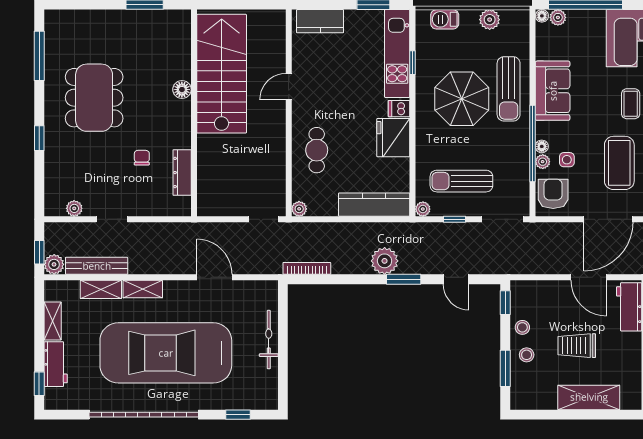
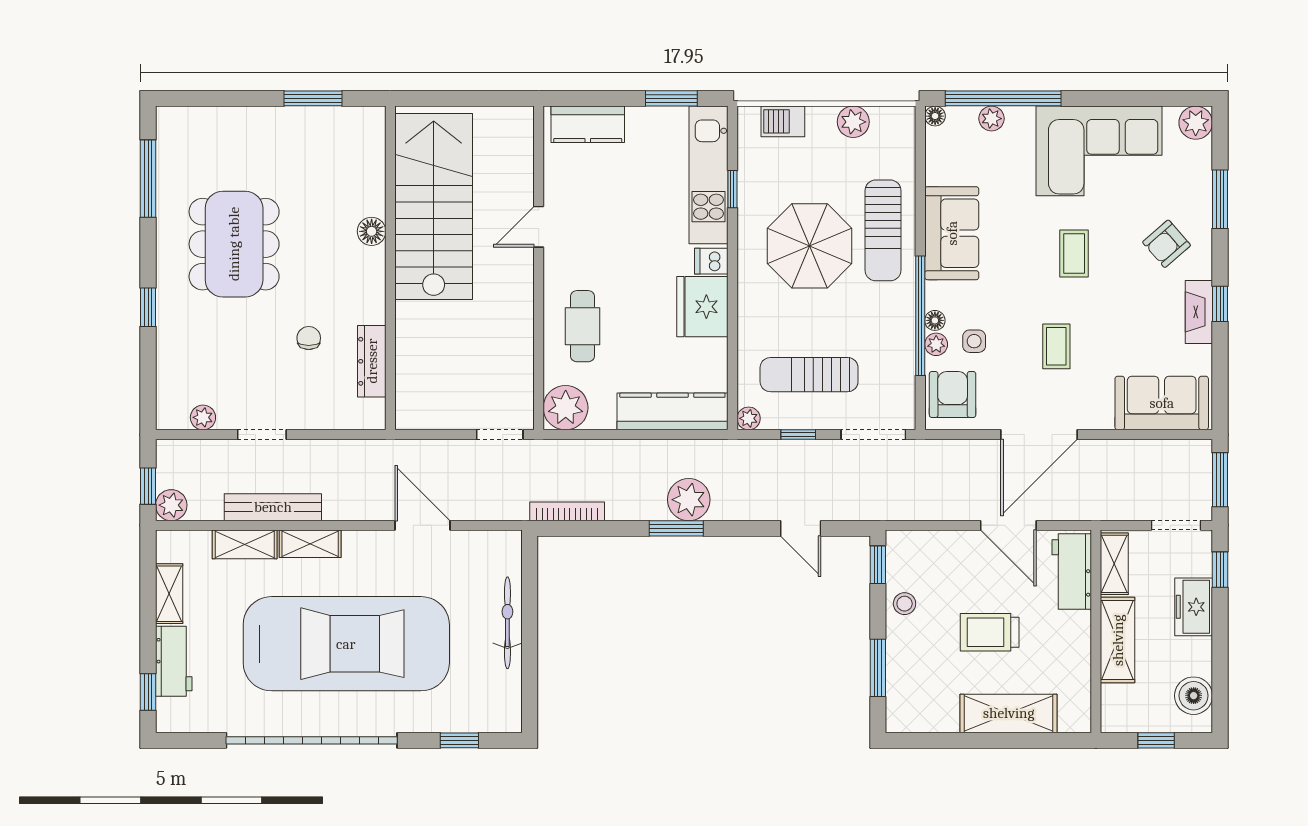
plant: (558, 17) -> (992, 119), moved
coffee table: (619, 163) -> (1056, 346), width x0.54, depth x0.58
plant: (299, 209) -> (566, 408), width x1.88, depth x1.88
bench: (97, 266) -> (273, 507), moved
window: (404, 279) -> (676, 528), moved
car: (166, 353) -> (346, 644), turned 180
stool: (527, 355) -> (911, 647), removed

